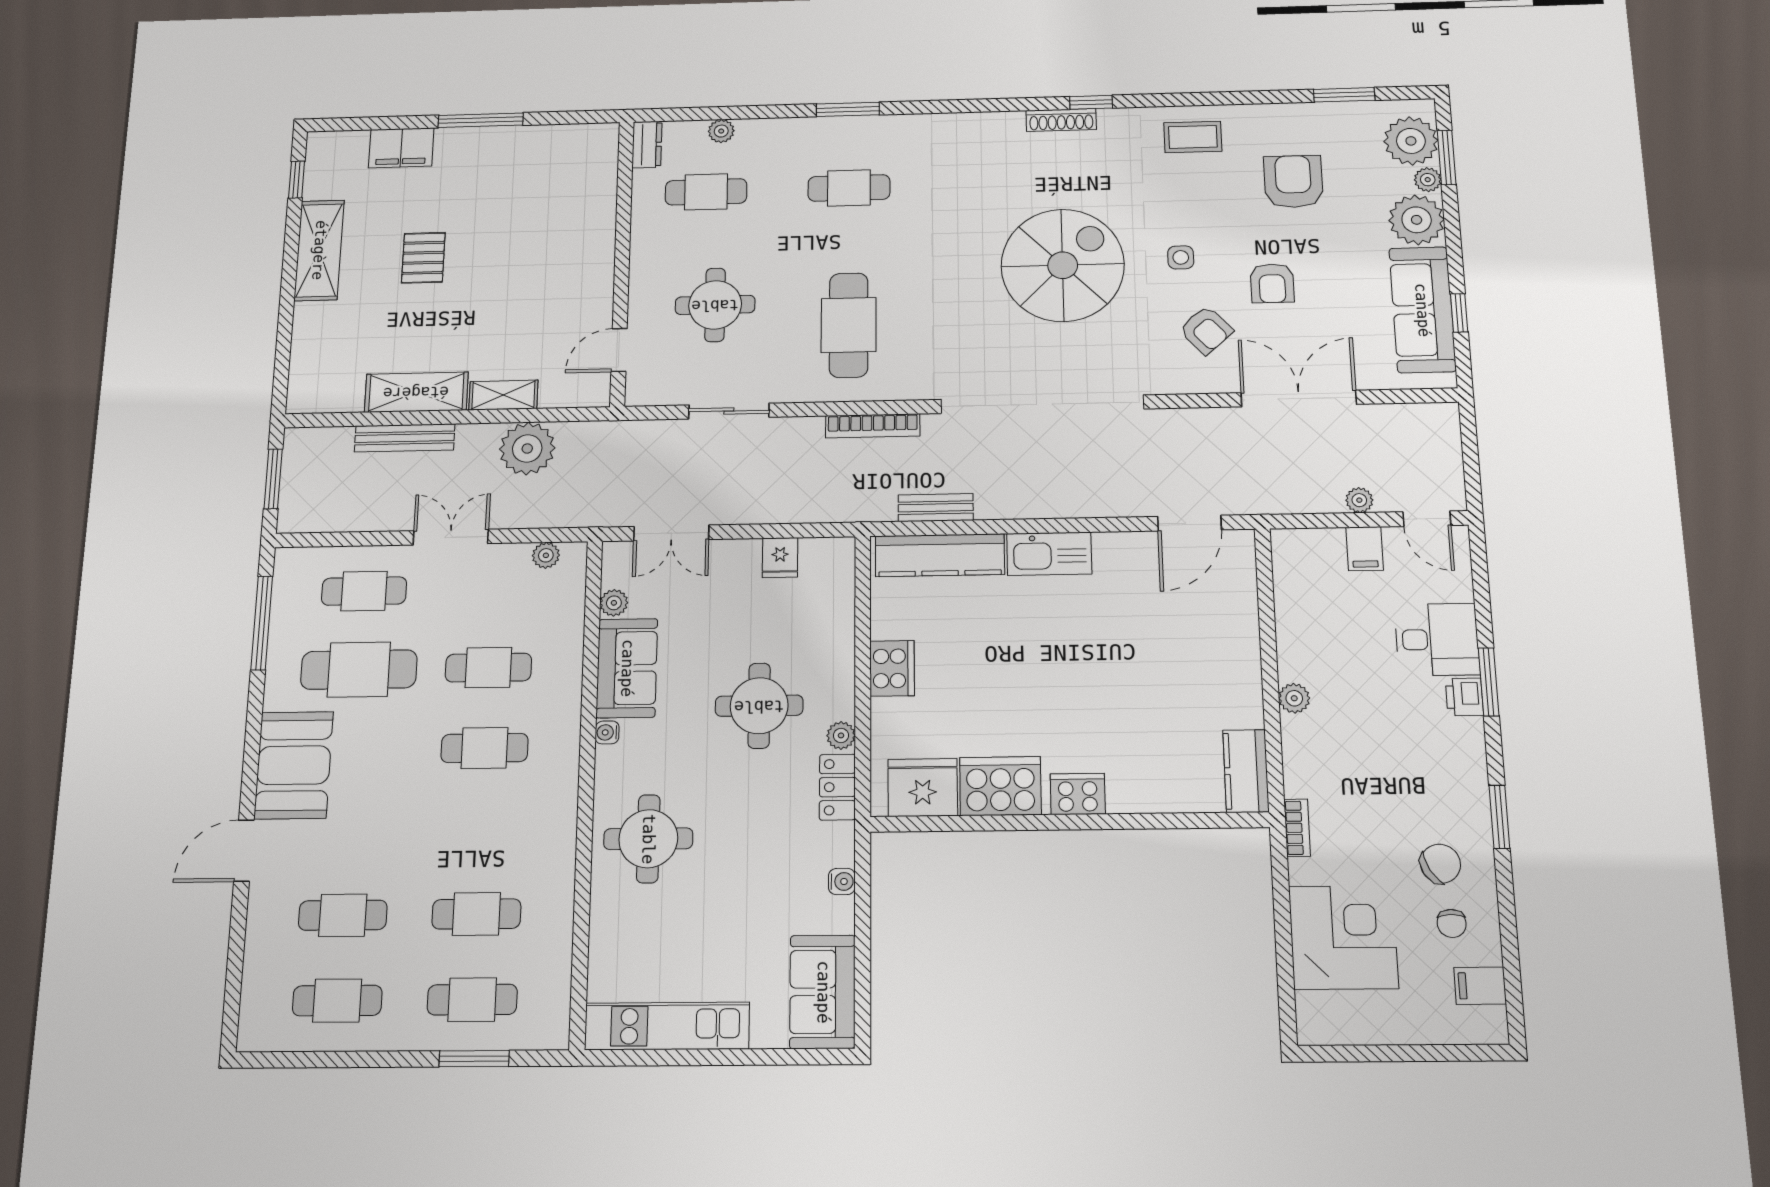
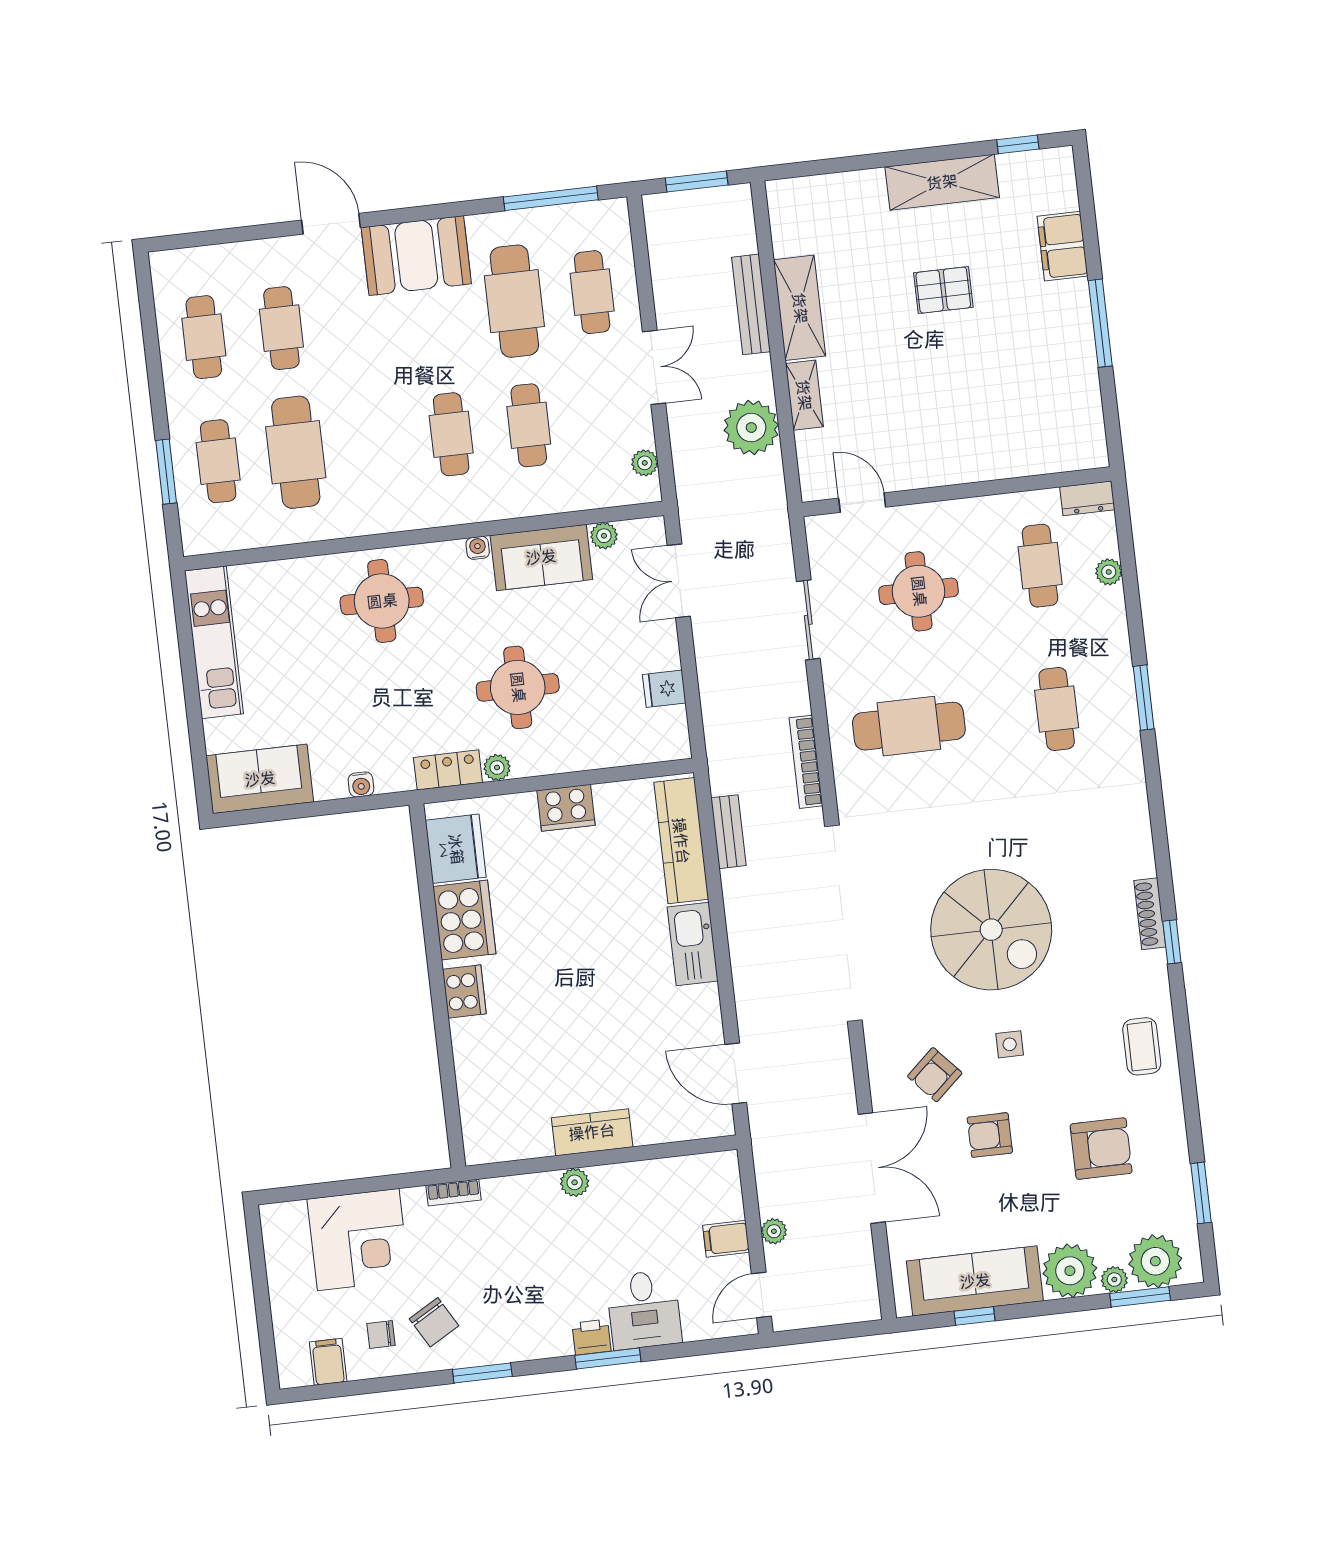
kitchen counter: (1246, 771) -> (592, 1132), moved
cafe table: (476, 914) -> (296, 452), width x1.37, depth x1.35

